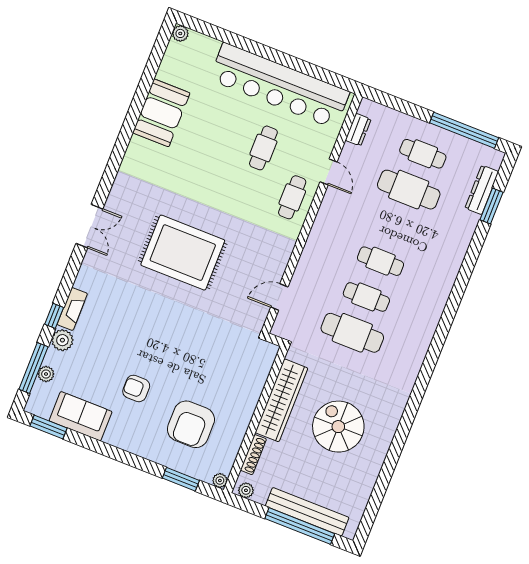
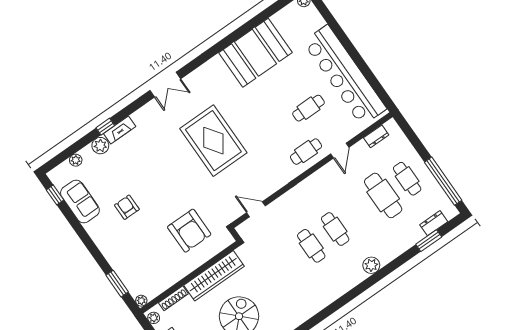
booth: (161, 113) -> (255, 53), width x1.36, depth x1.42
dresser: (482, 190) -> (434, 223), width x0.70
plant: (446, 275) -> (371, 265), added
cafe table: (352, 333) -> (287, 263), removed
window: (33, 368) -> (70, 151), removed
armchair: (191, 424) -> (189, 231), moved, turned -90
window: (49, 427) -> (55, 195), width x0.67

